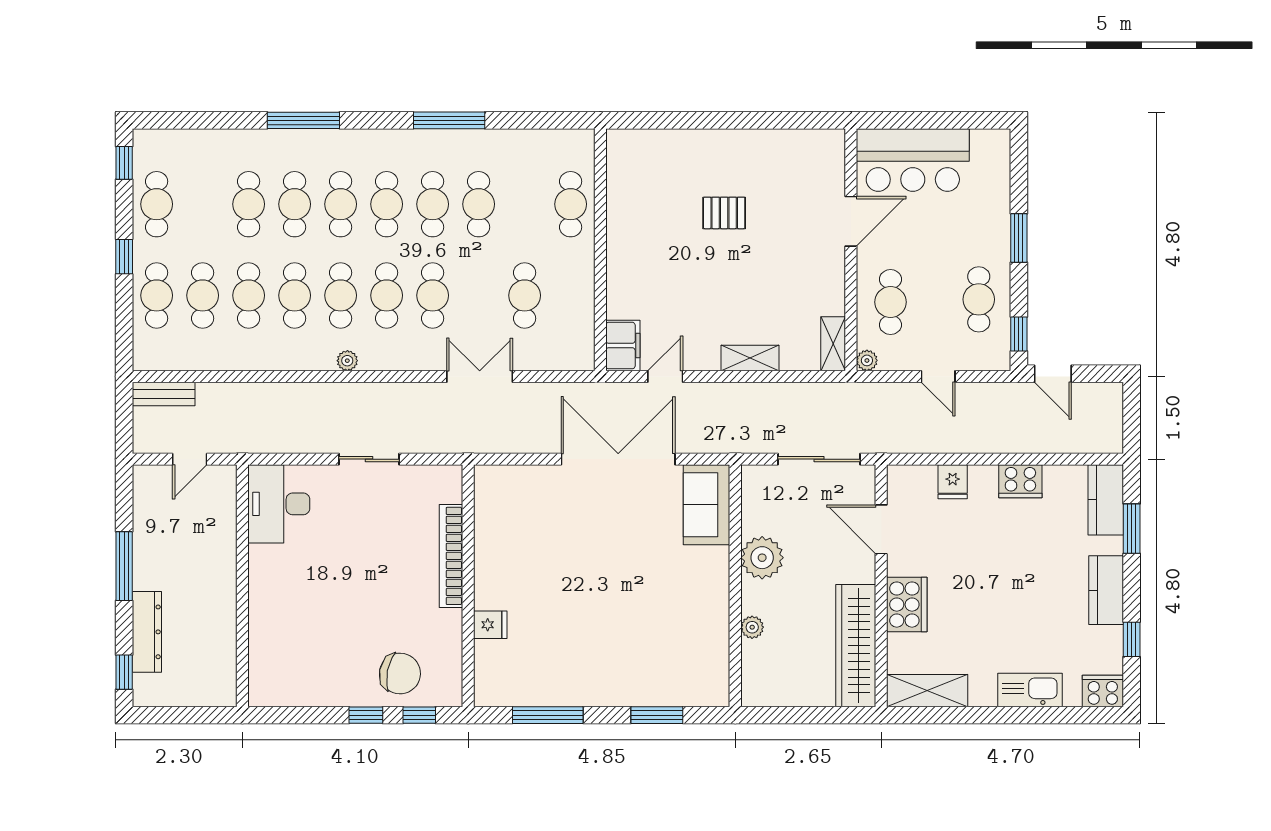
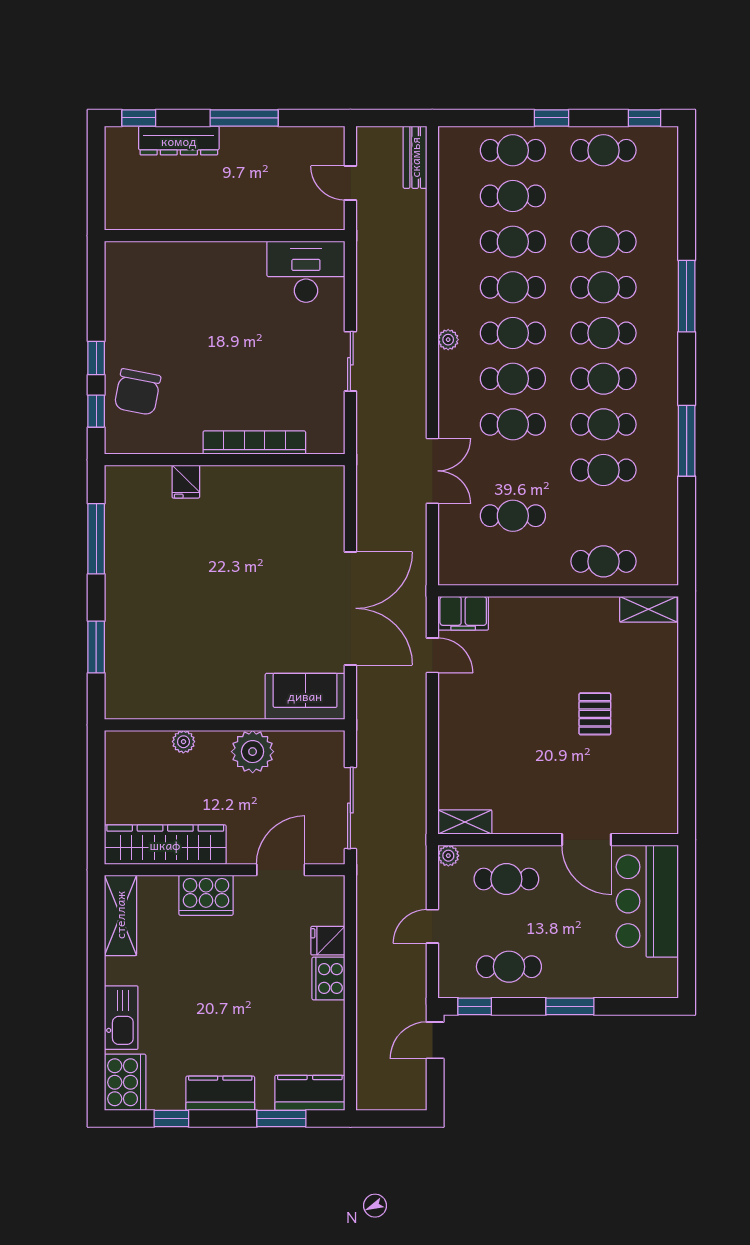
shelving: (750, 358) -> (648, 609), moved, turned 90
cooker: (1020, 481) -> (328, 978), moved
cooker: (1103, 691) -> (125, 1082), width x1.37, depth x1.31

